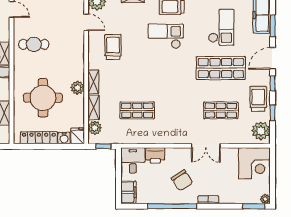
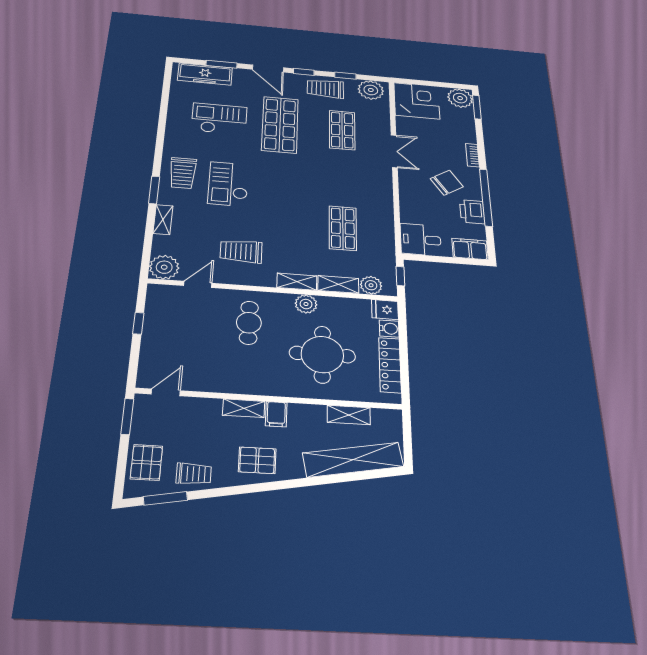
cafe table: (34, 44) -> (249, 323), moved
printer: (155, 155) -> (472, 212), moved, turned 180
plant: (265, 199) -> (460, 98), width x1.88, depth x1.88

